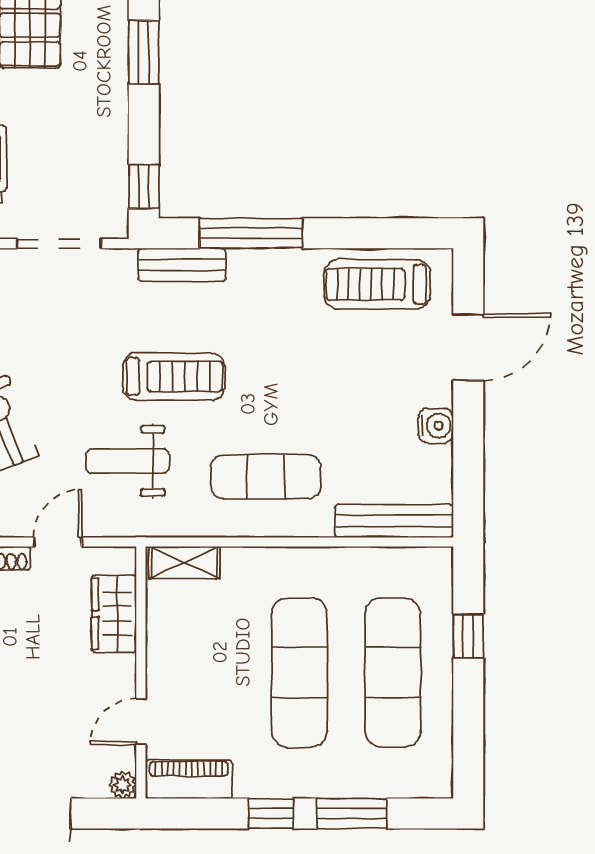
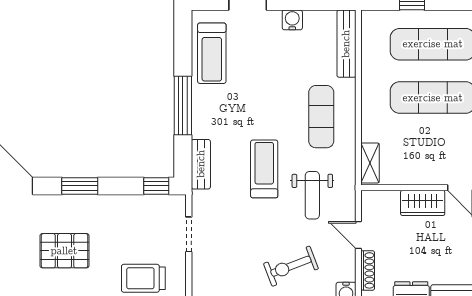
window: (251, 233) -> (183, 105), moved
doorway: (59, 244) -> (189, 234), width x0.73
wardrobe: (114, 614) -> (423, 203), moved

